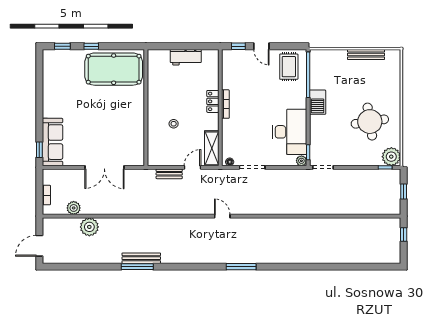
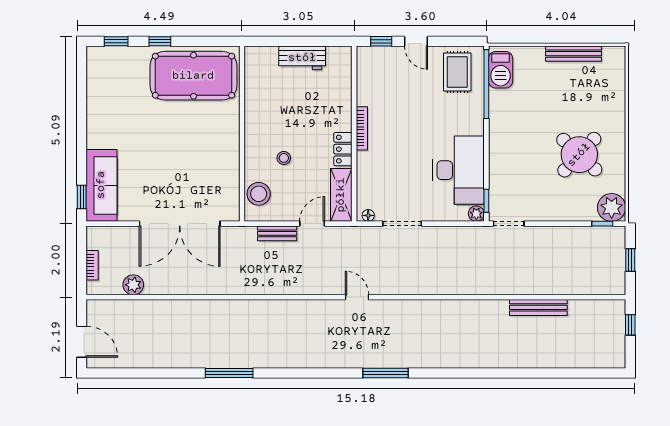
locker: (213, 101) -> (343, 149), moved
barbecue: (318, 102) -> (501, 70), moved
round table: (370, 122) -> (579, 155), turned -38
stool: (157, 148) -> (259, 194), added
double door: (104, 167) -> (180, 224), width x1.36
plant: (89, 227) -> (157, 313), removed
door: (39, 246) -> (82, 342), swing flipped
bench: (141, 258) -> (538, 307), moved

